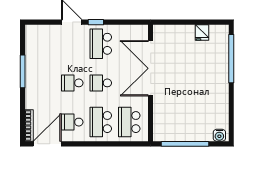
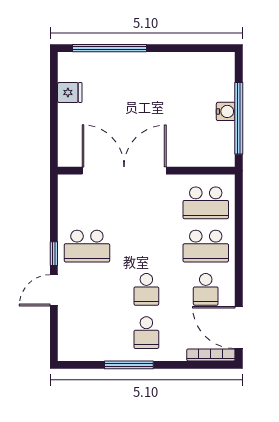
double door: (151, 68) -> (124, 171), swing flipped
school desk: (101, 83) -> (146, 333), moved
water cooler: (219, 135) -> (226, 111), moved

